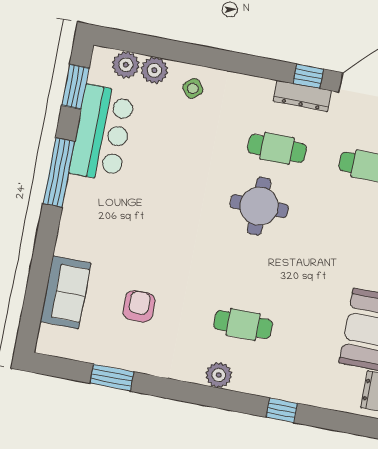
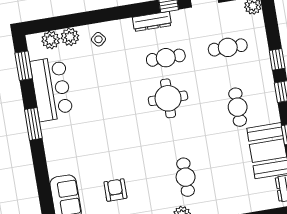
dresser: (302, 96) -> (152, 21), moved
window: (59, 172) -> (33, 124), width x0.69
cafe table: (351, 254) -> (238, 107), added
cafe table: (243, 325) -> (186, 177), turned 90

